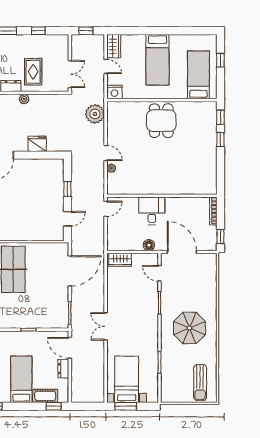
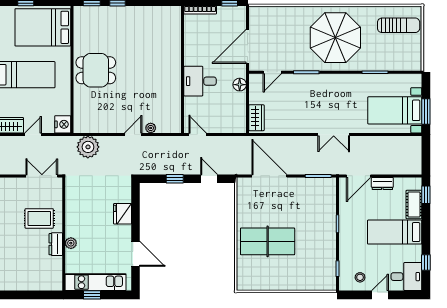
bed: (198, 75) -> (43, 27), width x1.50
plant: (24, 99) -> (71, 243), moved
parasol: (189, 328) -> (335, 38), width x1.36, depth x1.36

